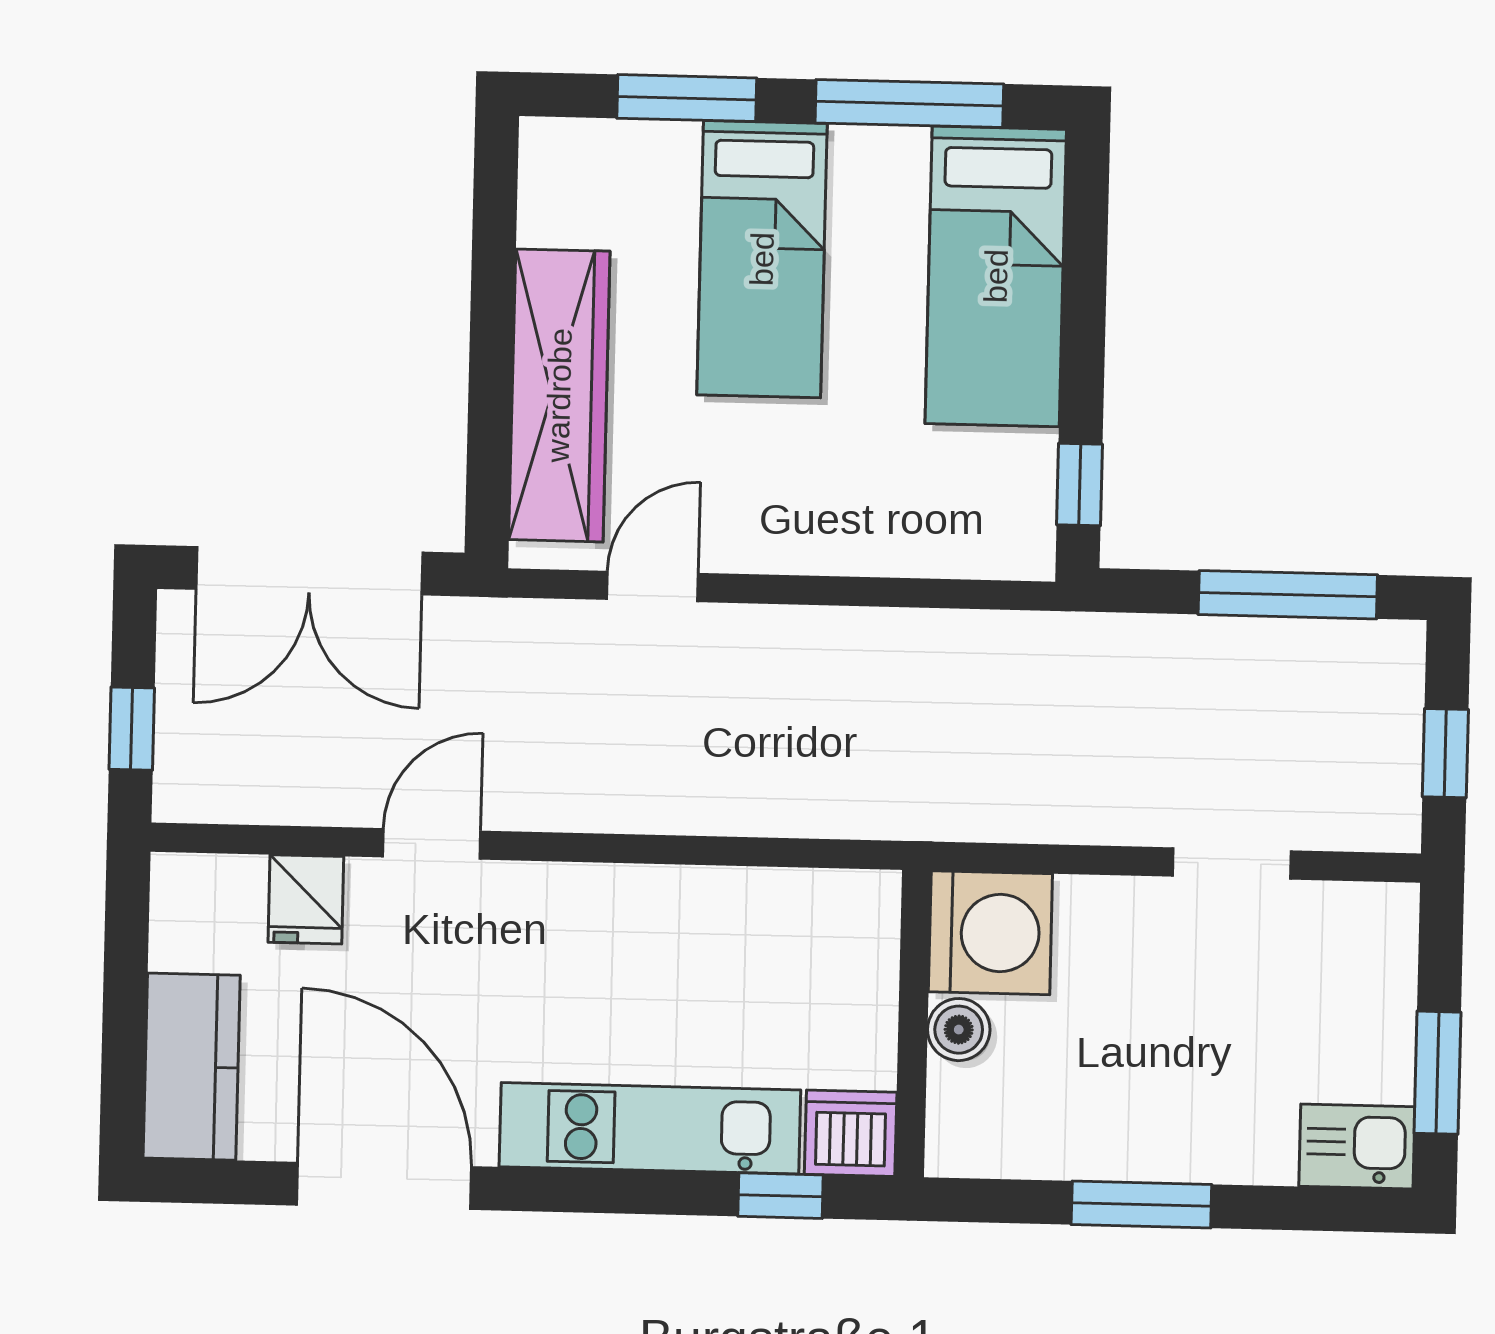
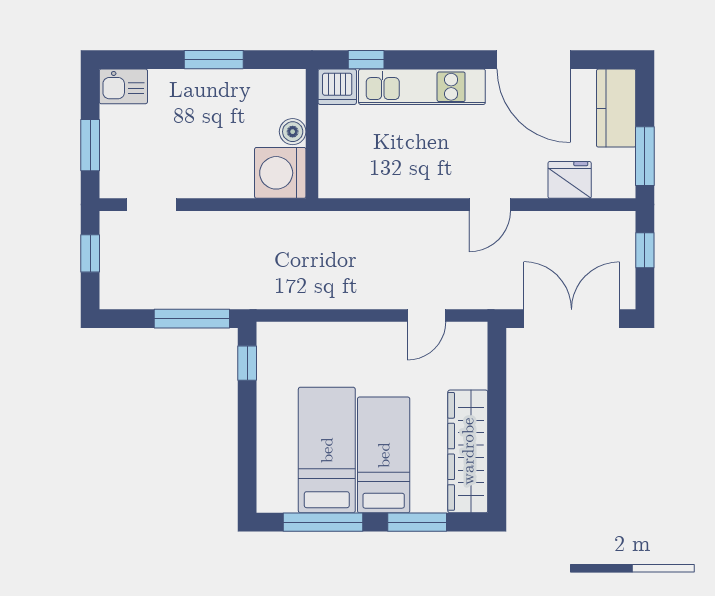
bed: (996, 276) -> (327, 450), moved
wardrobe: (559, 395) -> (468, 451), moved
window: (1288, 595) -> (192, 319), moved
door: (432, 844) -> (490, 205), moved
doorway: (1232, 863) -> (152, 205), moved
fridge: (306, 899) -> (570, 180), width x1.38
window: (126, 951) -> (645, 156), added
window: (1438, 1073) -> (90, 145), moved

